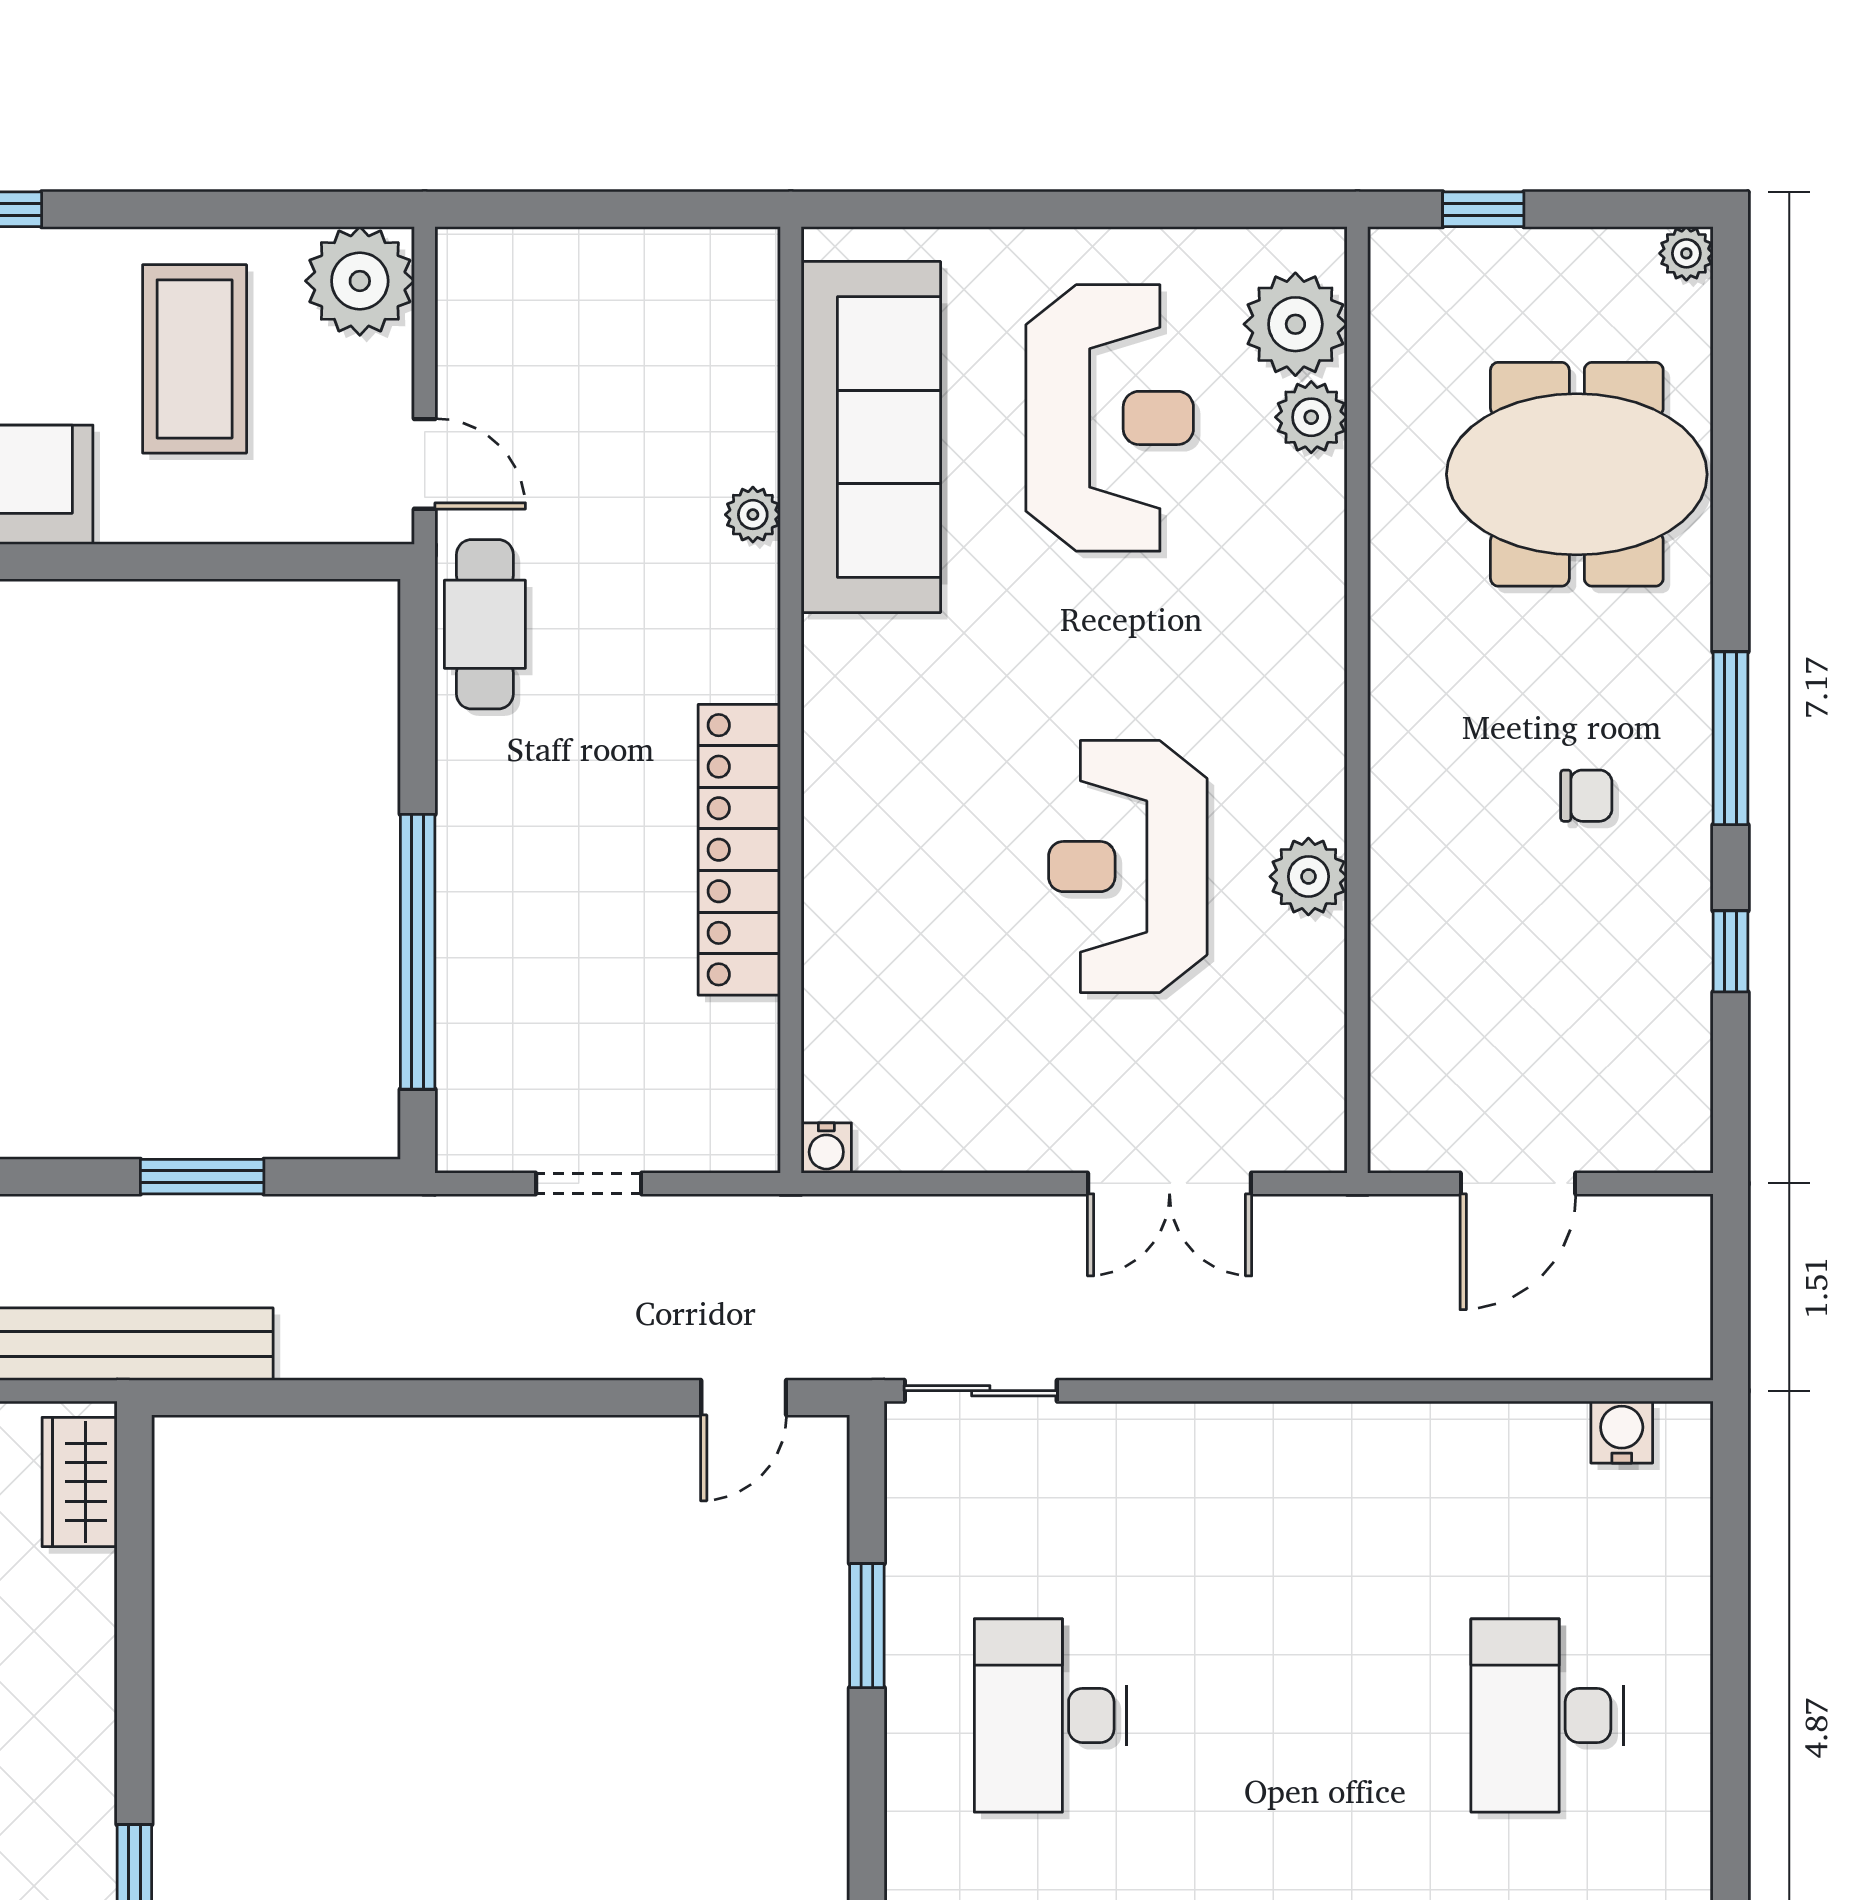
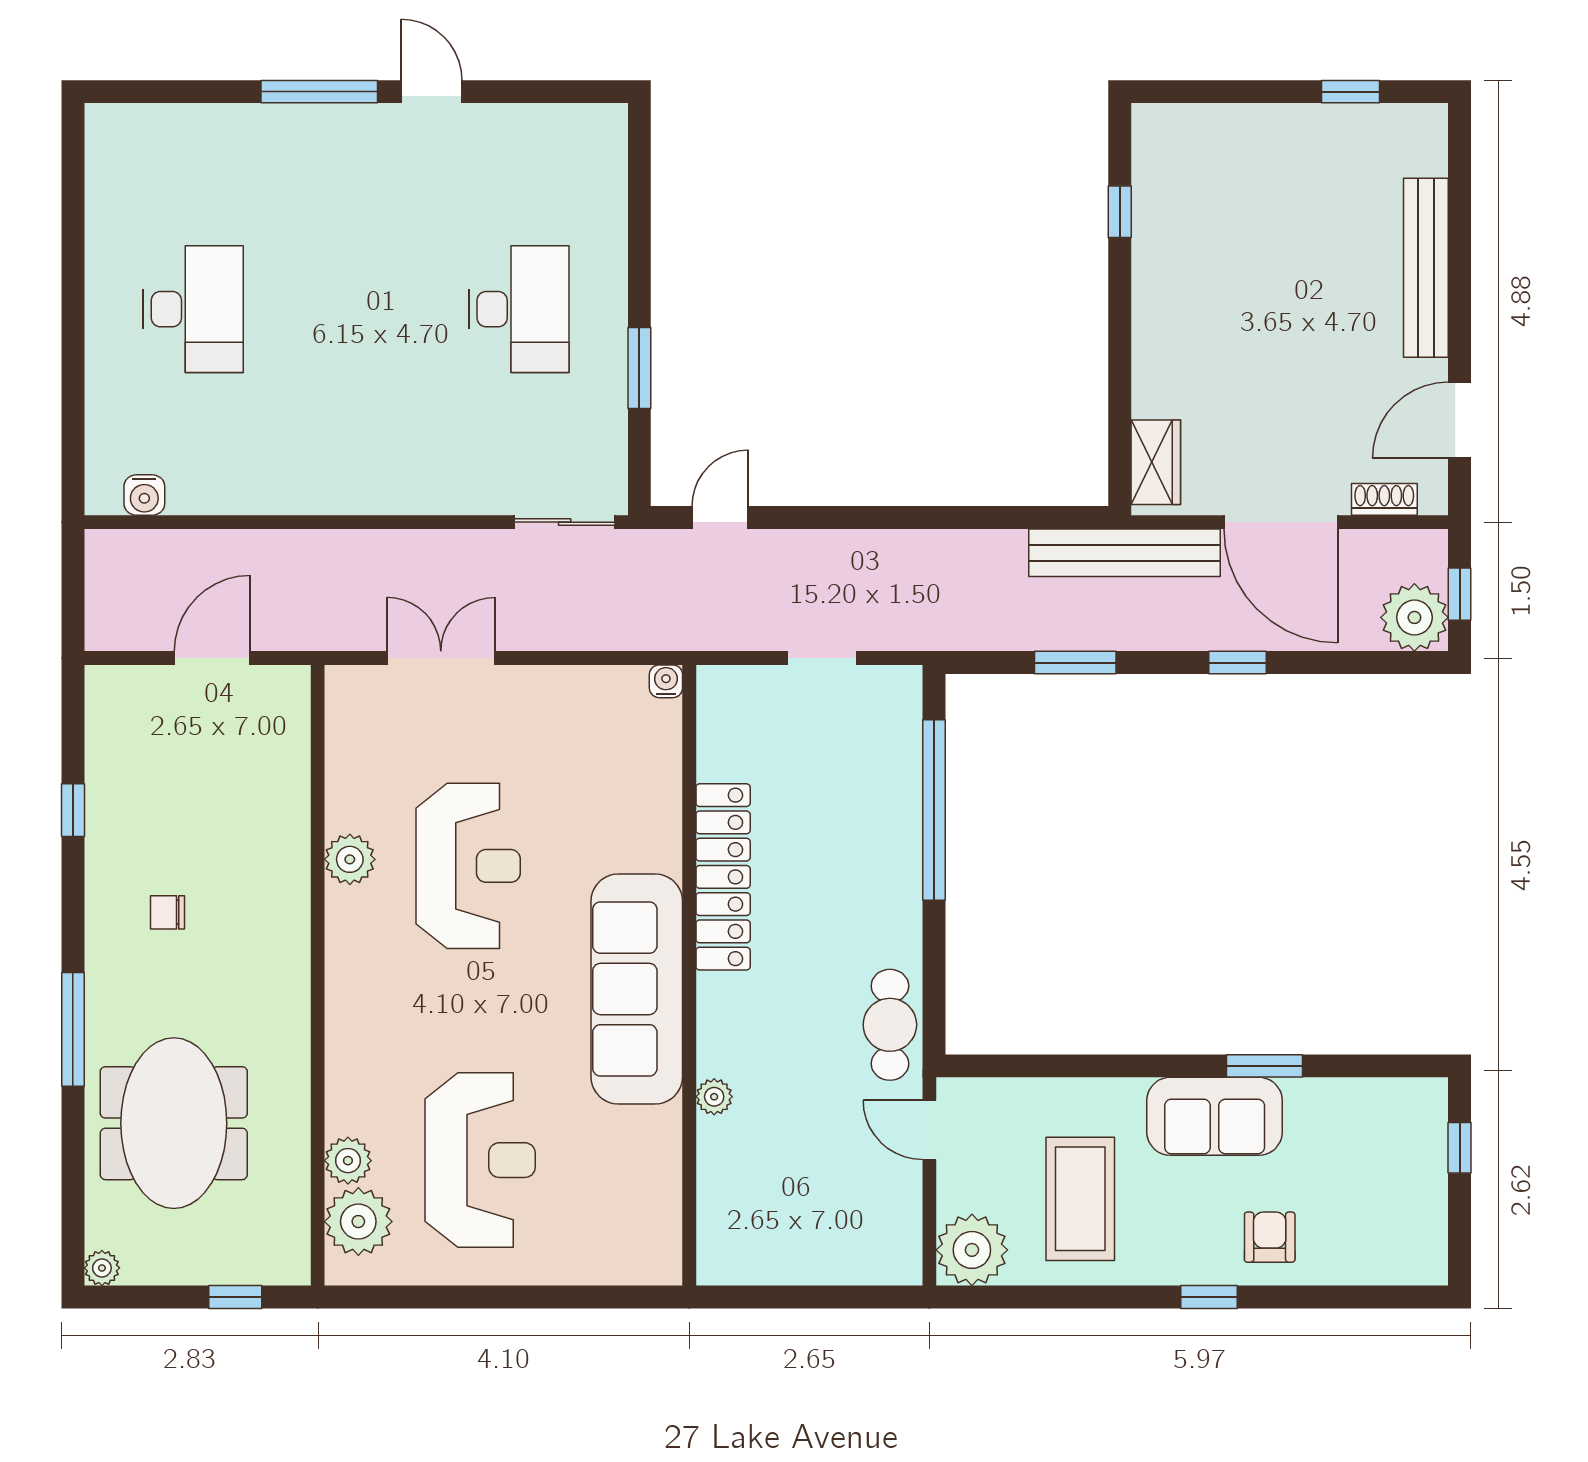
reception desk: (1110, 418) -> (480, 1160), turned 180
sofa: (871, 437) -> (637, 989), moved
meeting table: (1577, 474) -> (174, 1123), turned 90
window: (1730, 738) -> (73, 1029), moved

